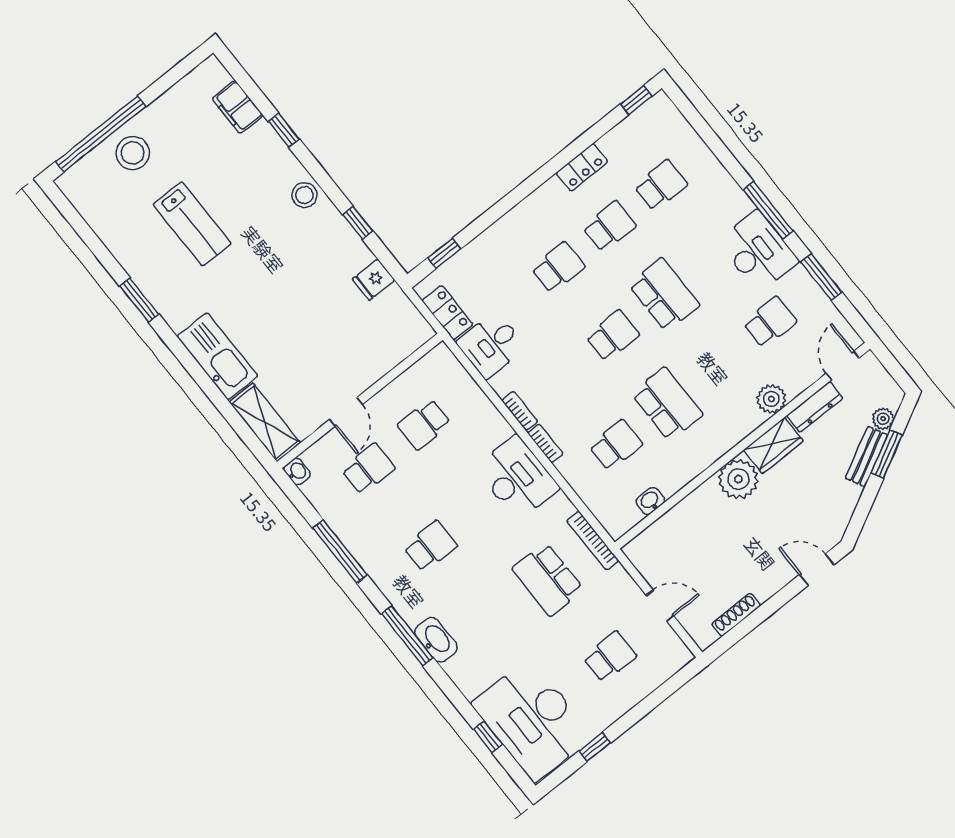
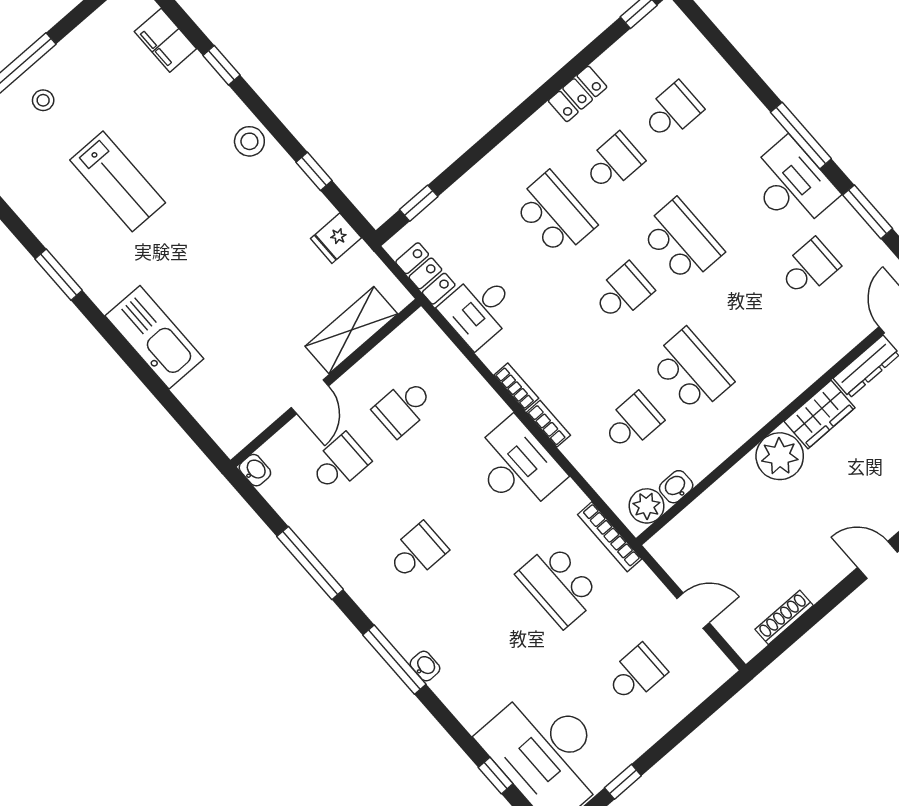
stool: (133, 153) -> (43, 100), width x0.53, depth x0.53
school desk: (558, 267) -> (554, 214), width x1.85
plant: (771, 399) -> (647, 506), moved
shelving: (265, 422) -> (351, 330), moved, turned 90
washbasin: (436, 640) -> (425, 666), width x0.52, depth x0.69

